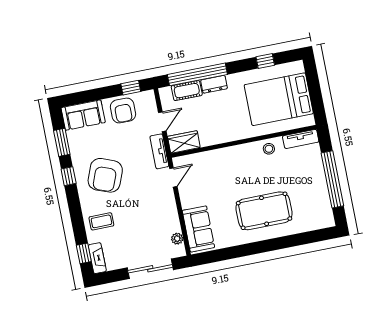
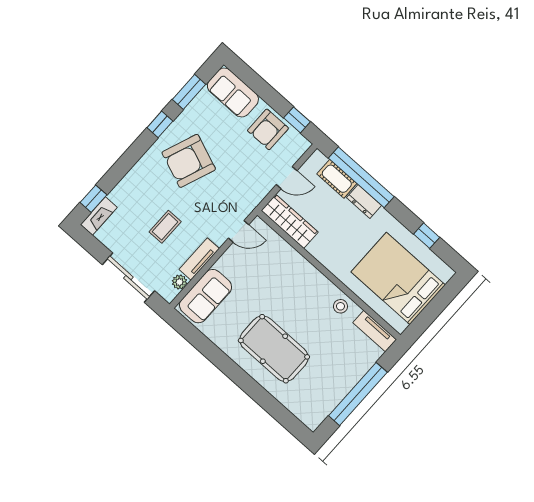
wardrobe: (184, 142) -> (290, 221), width x1.50
tv unit: (159, 151) -> (199, 259), moved
coffee table: (101, 221) -> (165, 227), moved, turned 90

